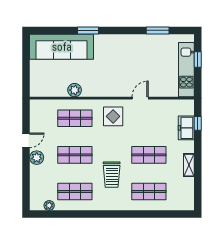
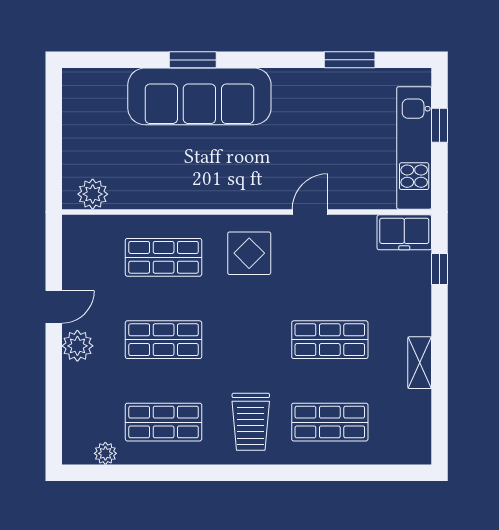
sofa: (62, 47) -> (199, 96), moved
plant: (75, 90) -> (93, 194), moved
freezer: (186, 128) -> (404, 232), moved, turned -90
trolley: (112, 175) -> (251, 422), moved

